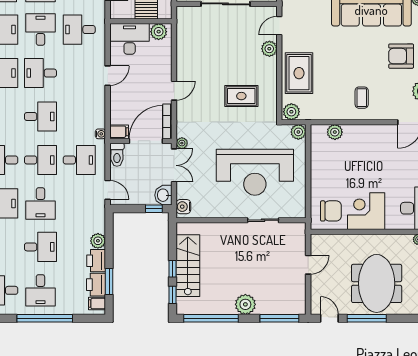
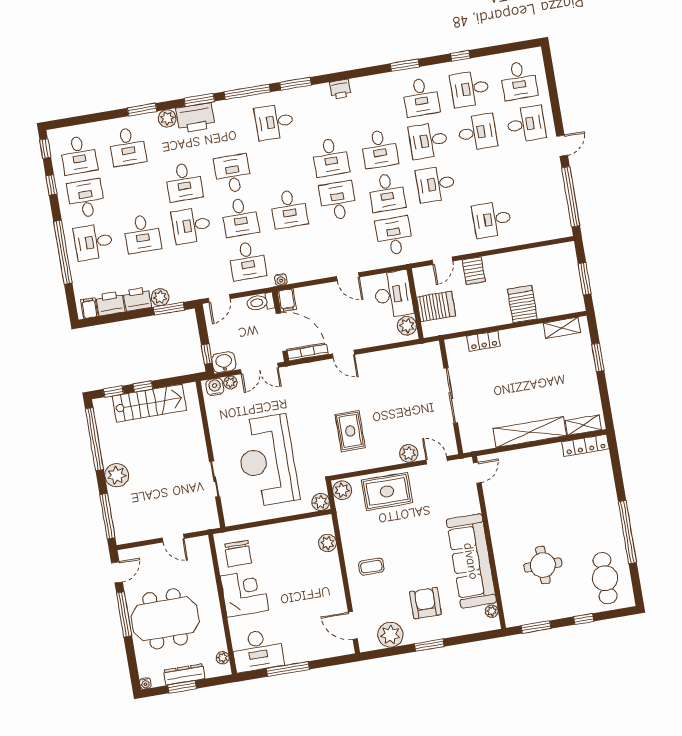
desk: (40, 30) -> (387, 192), turned 90
plant: (182, 143) -> (230, 382), moved
window: (109, 282) -> (169, 309), moved

